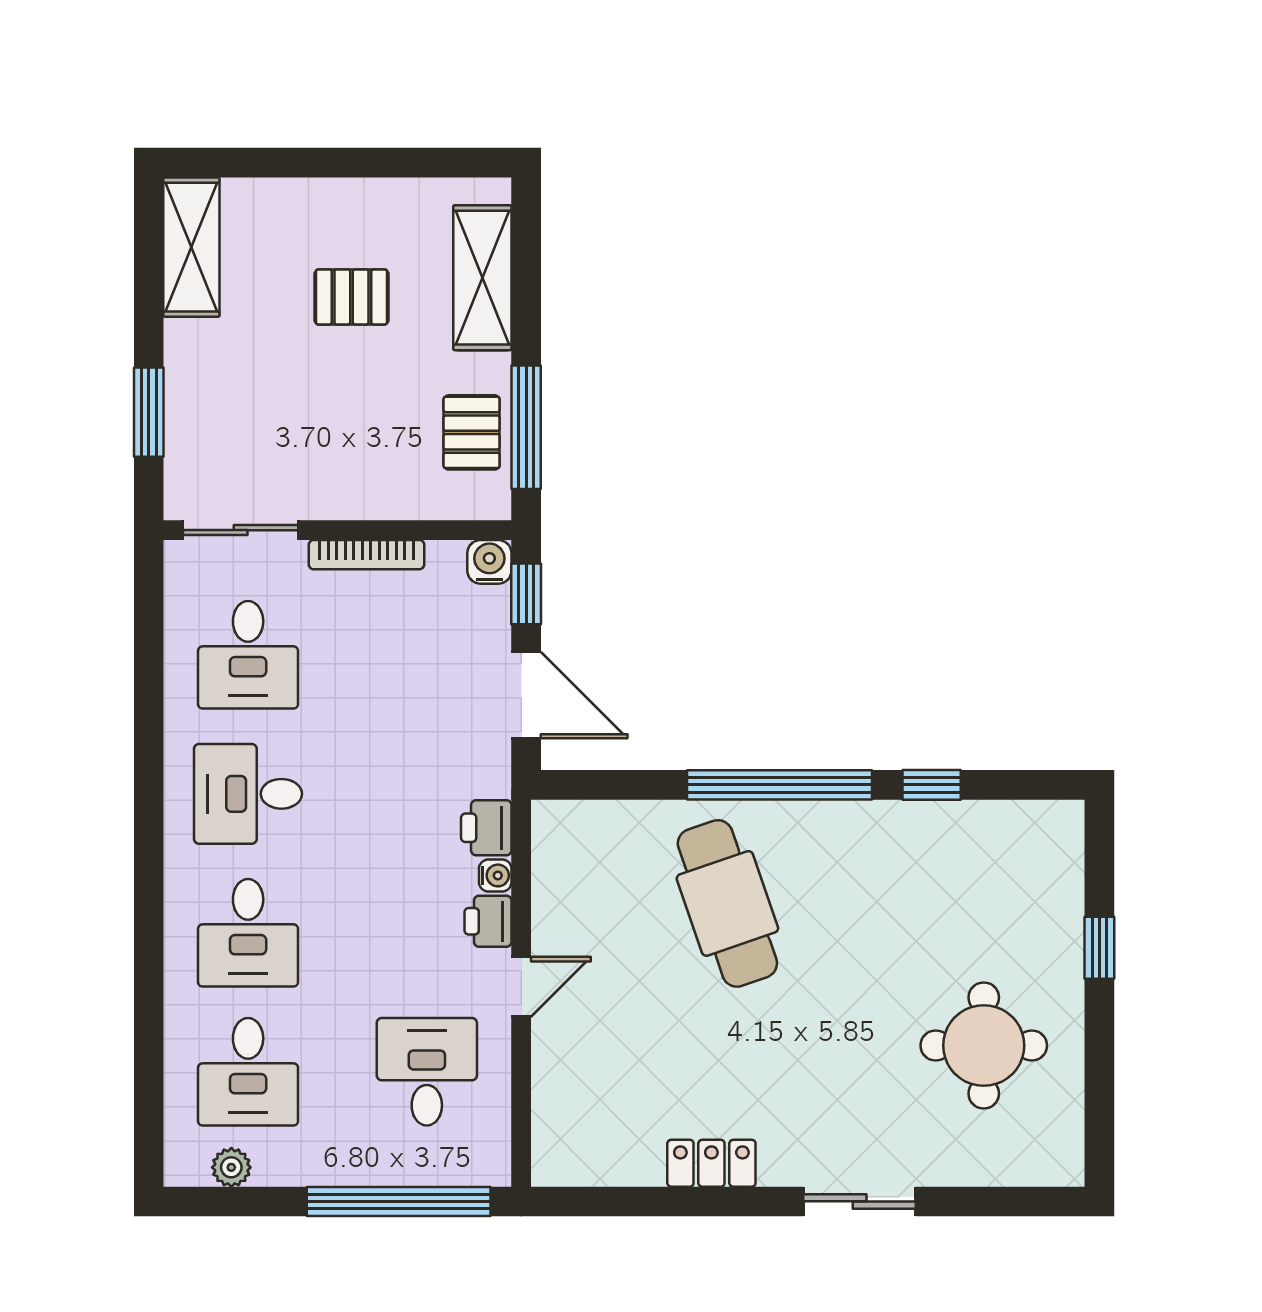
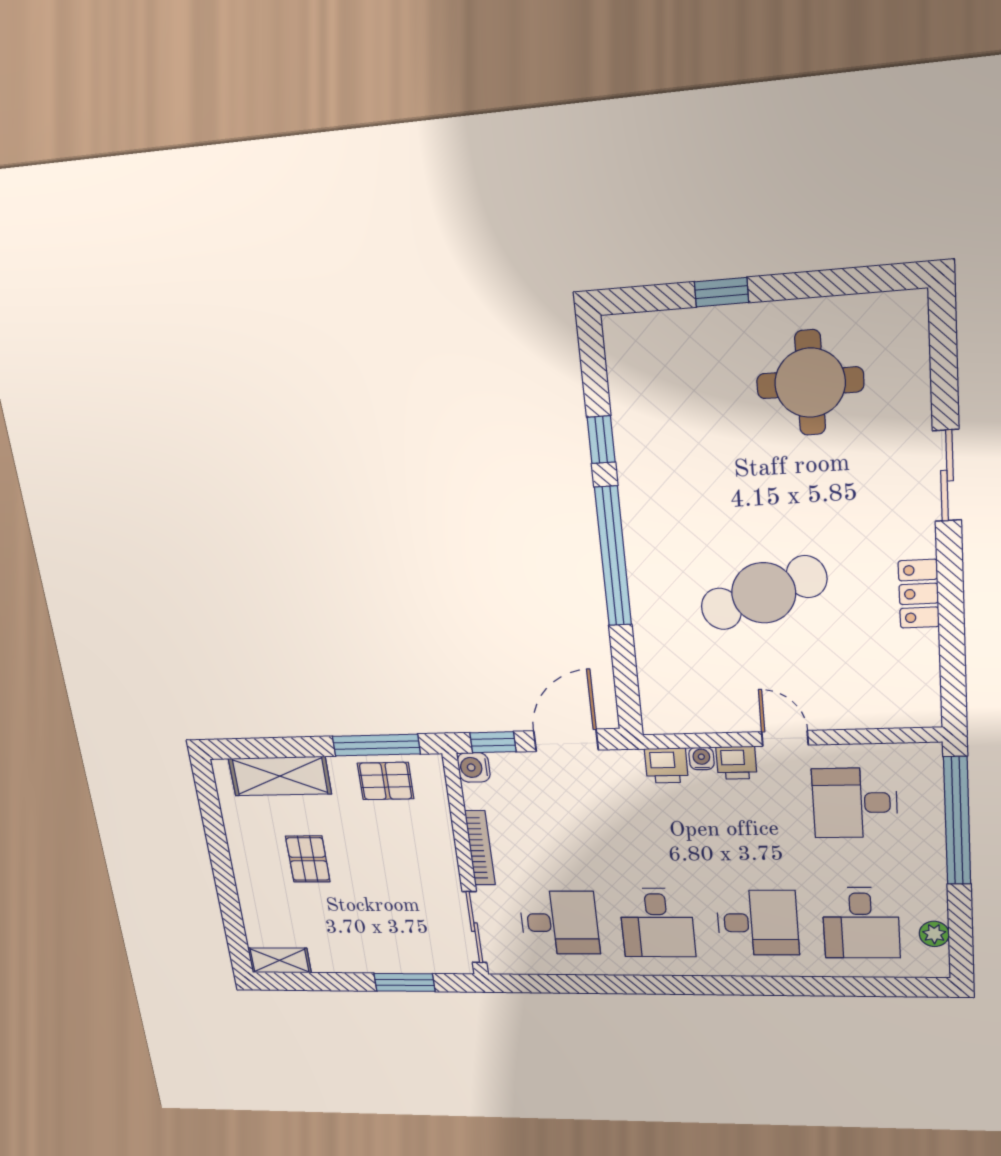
shelving: (191, 247) -> (280, 960), width x0.67, depth x0.75
cafe table: (727, 903) -> (764, 593), moved
desk: (248, 1072) -> (861, 923), turned 90

